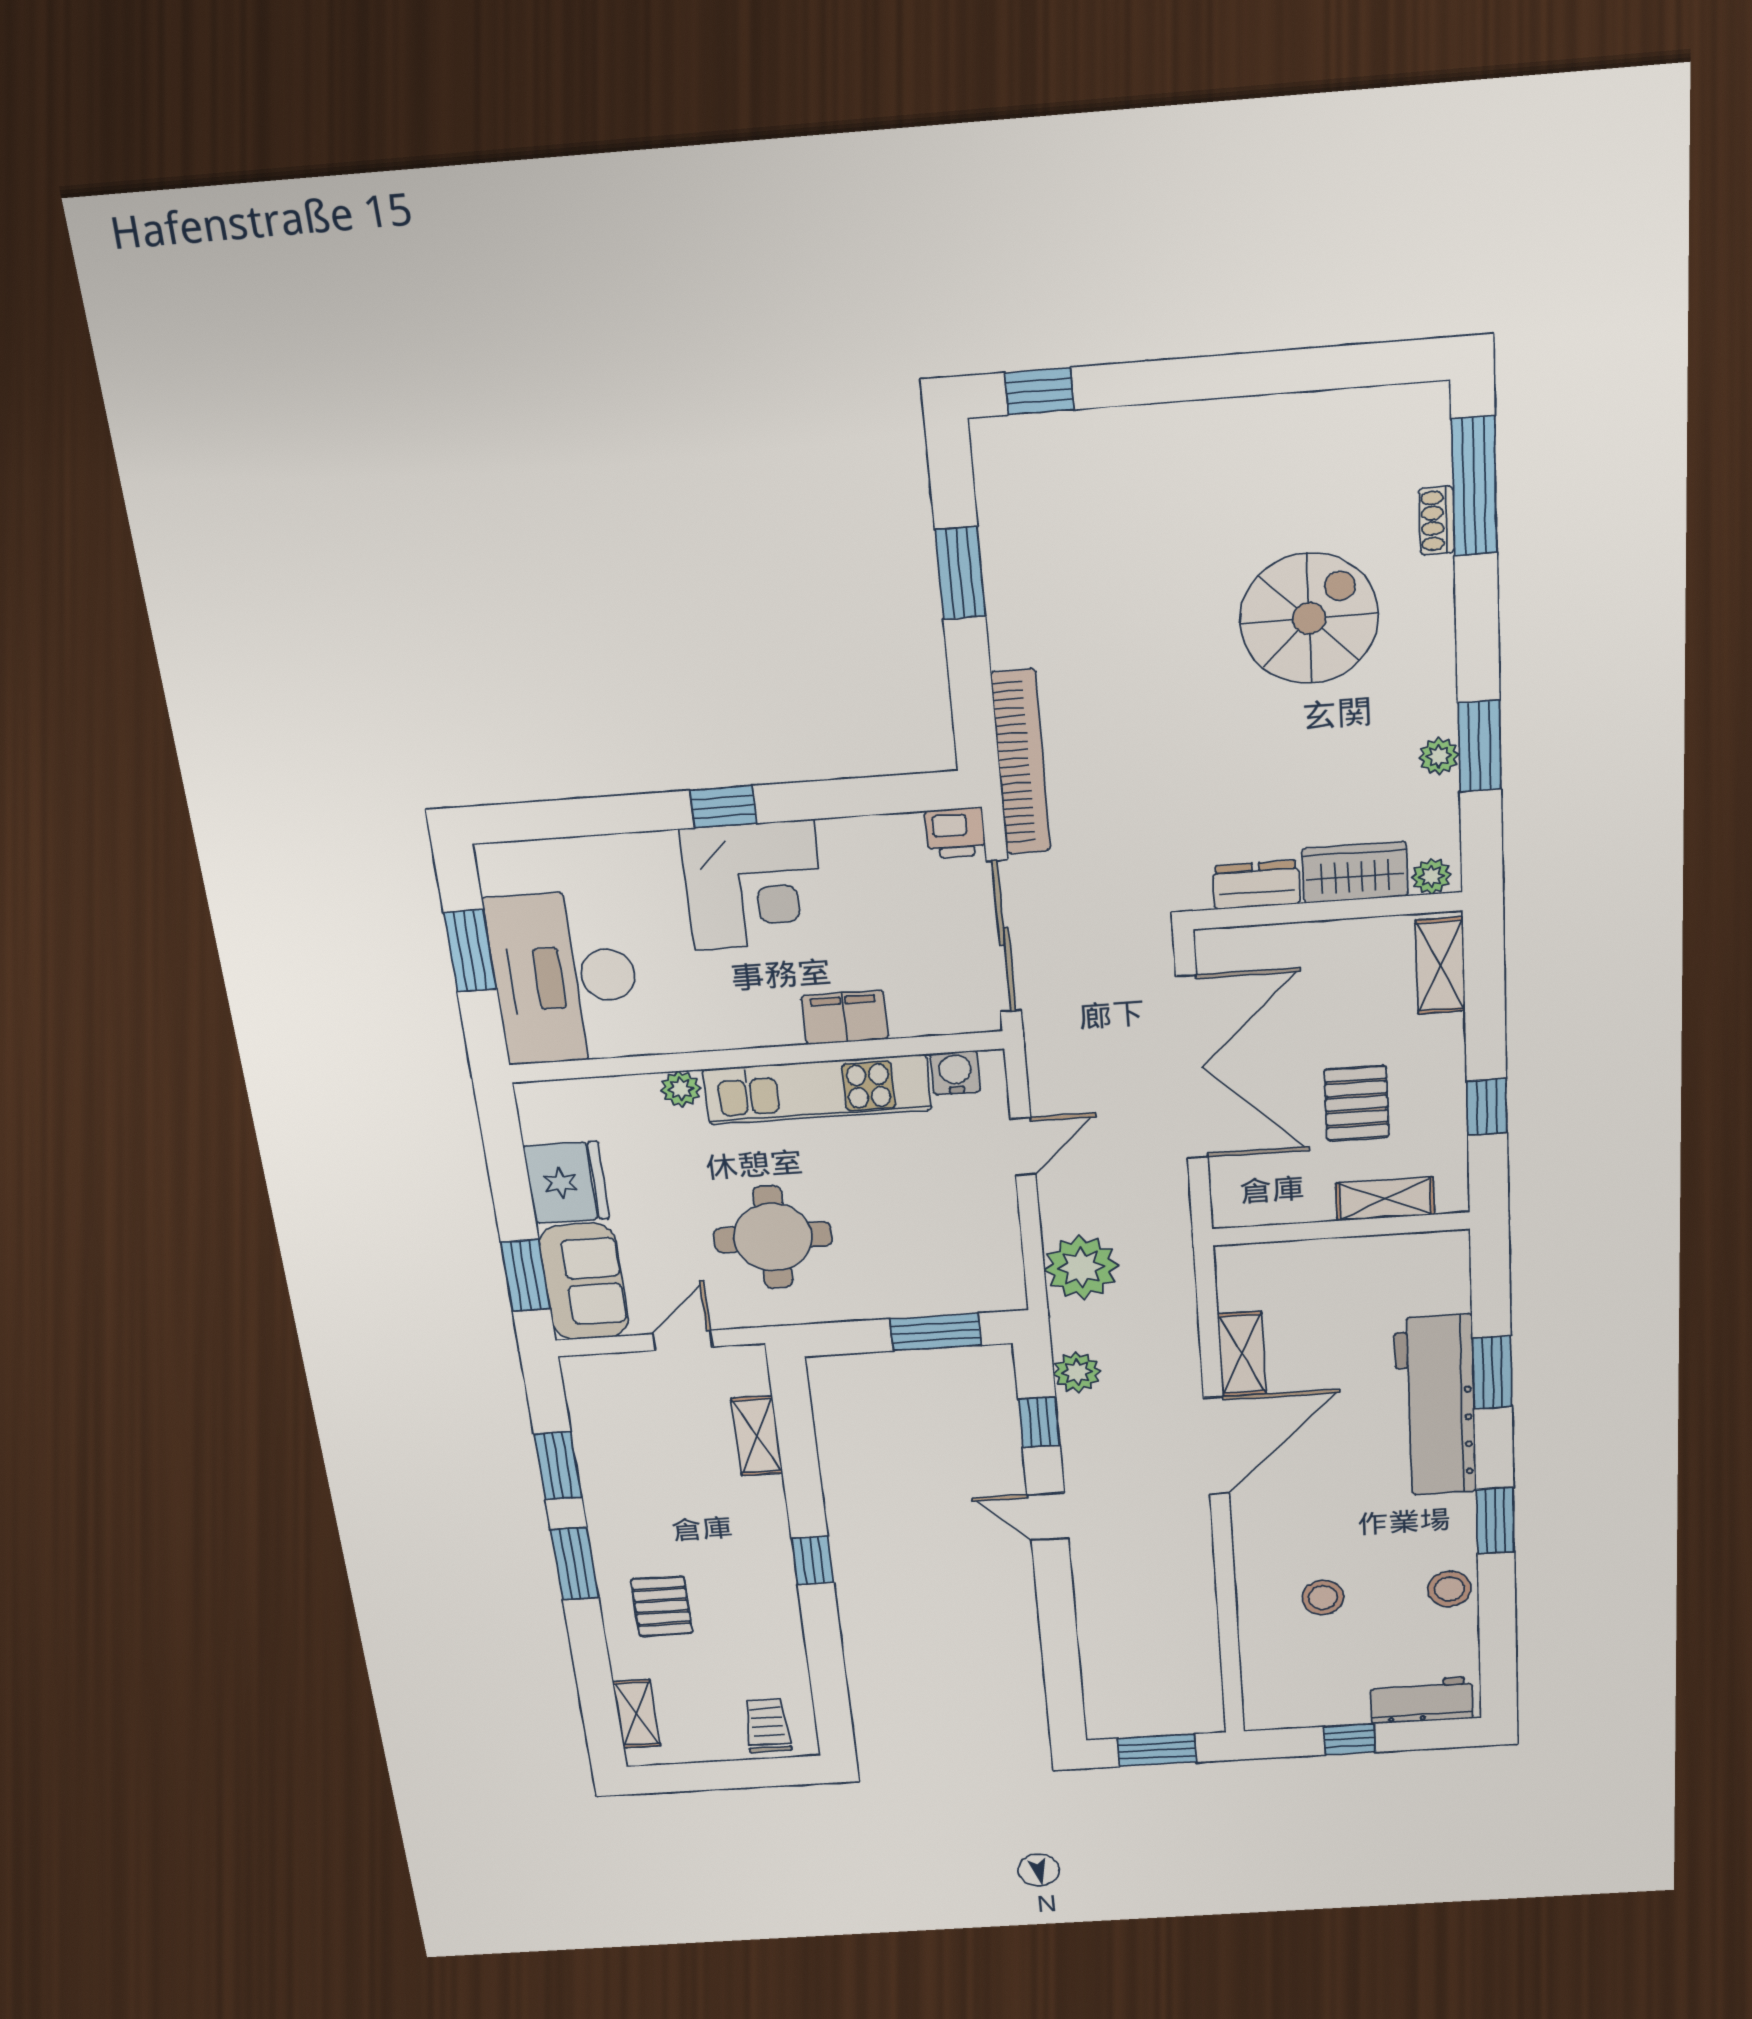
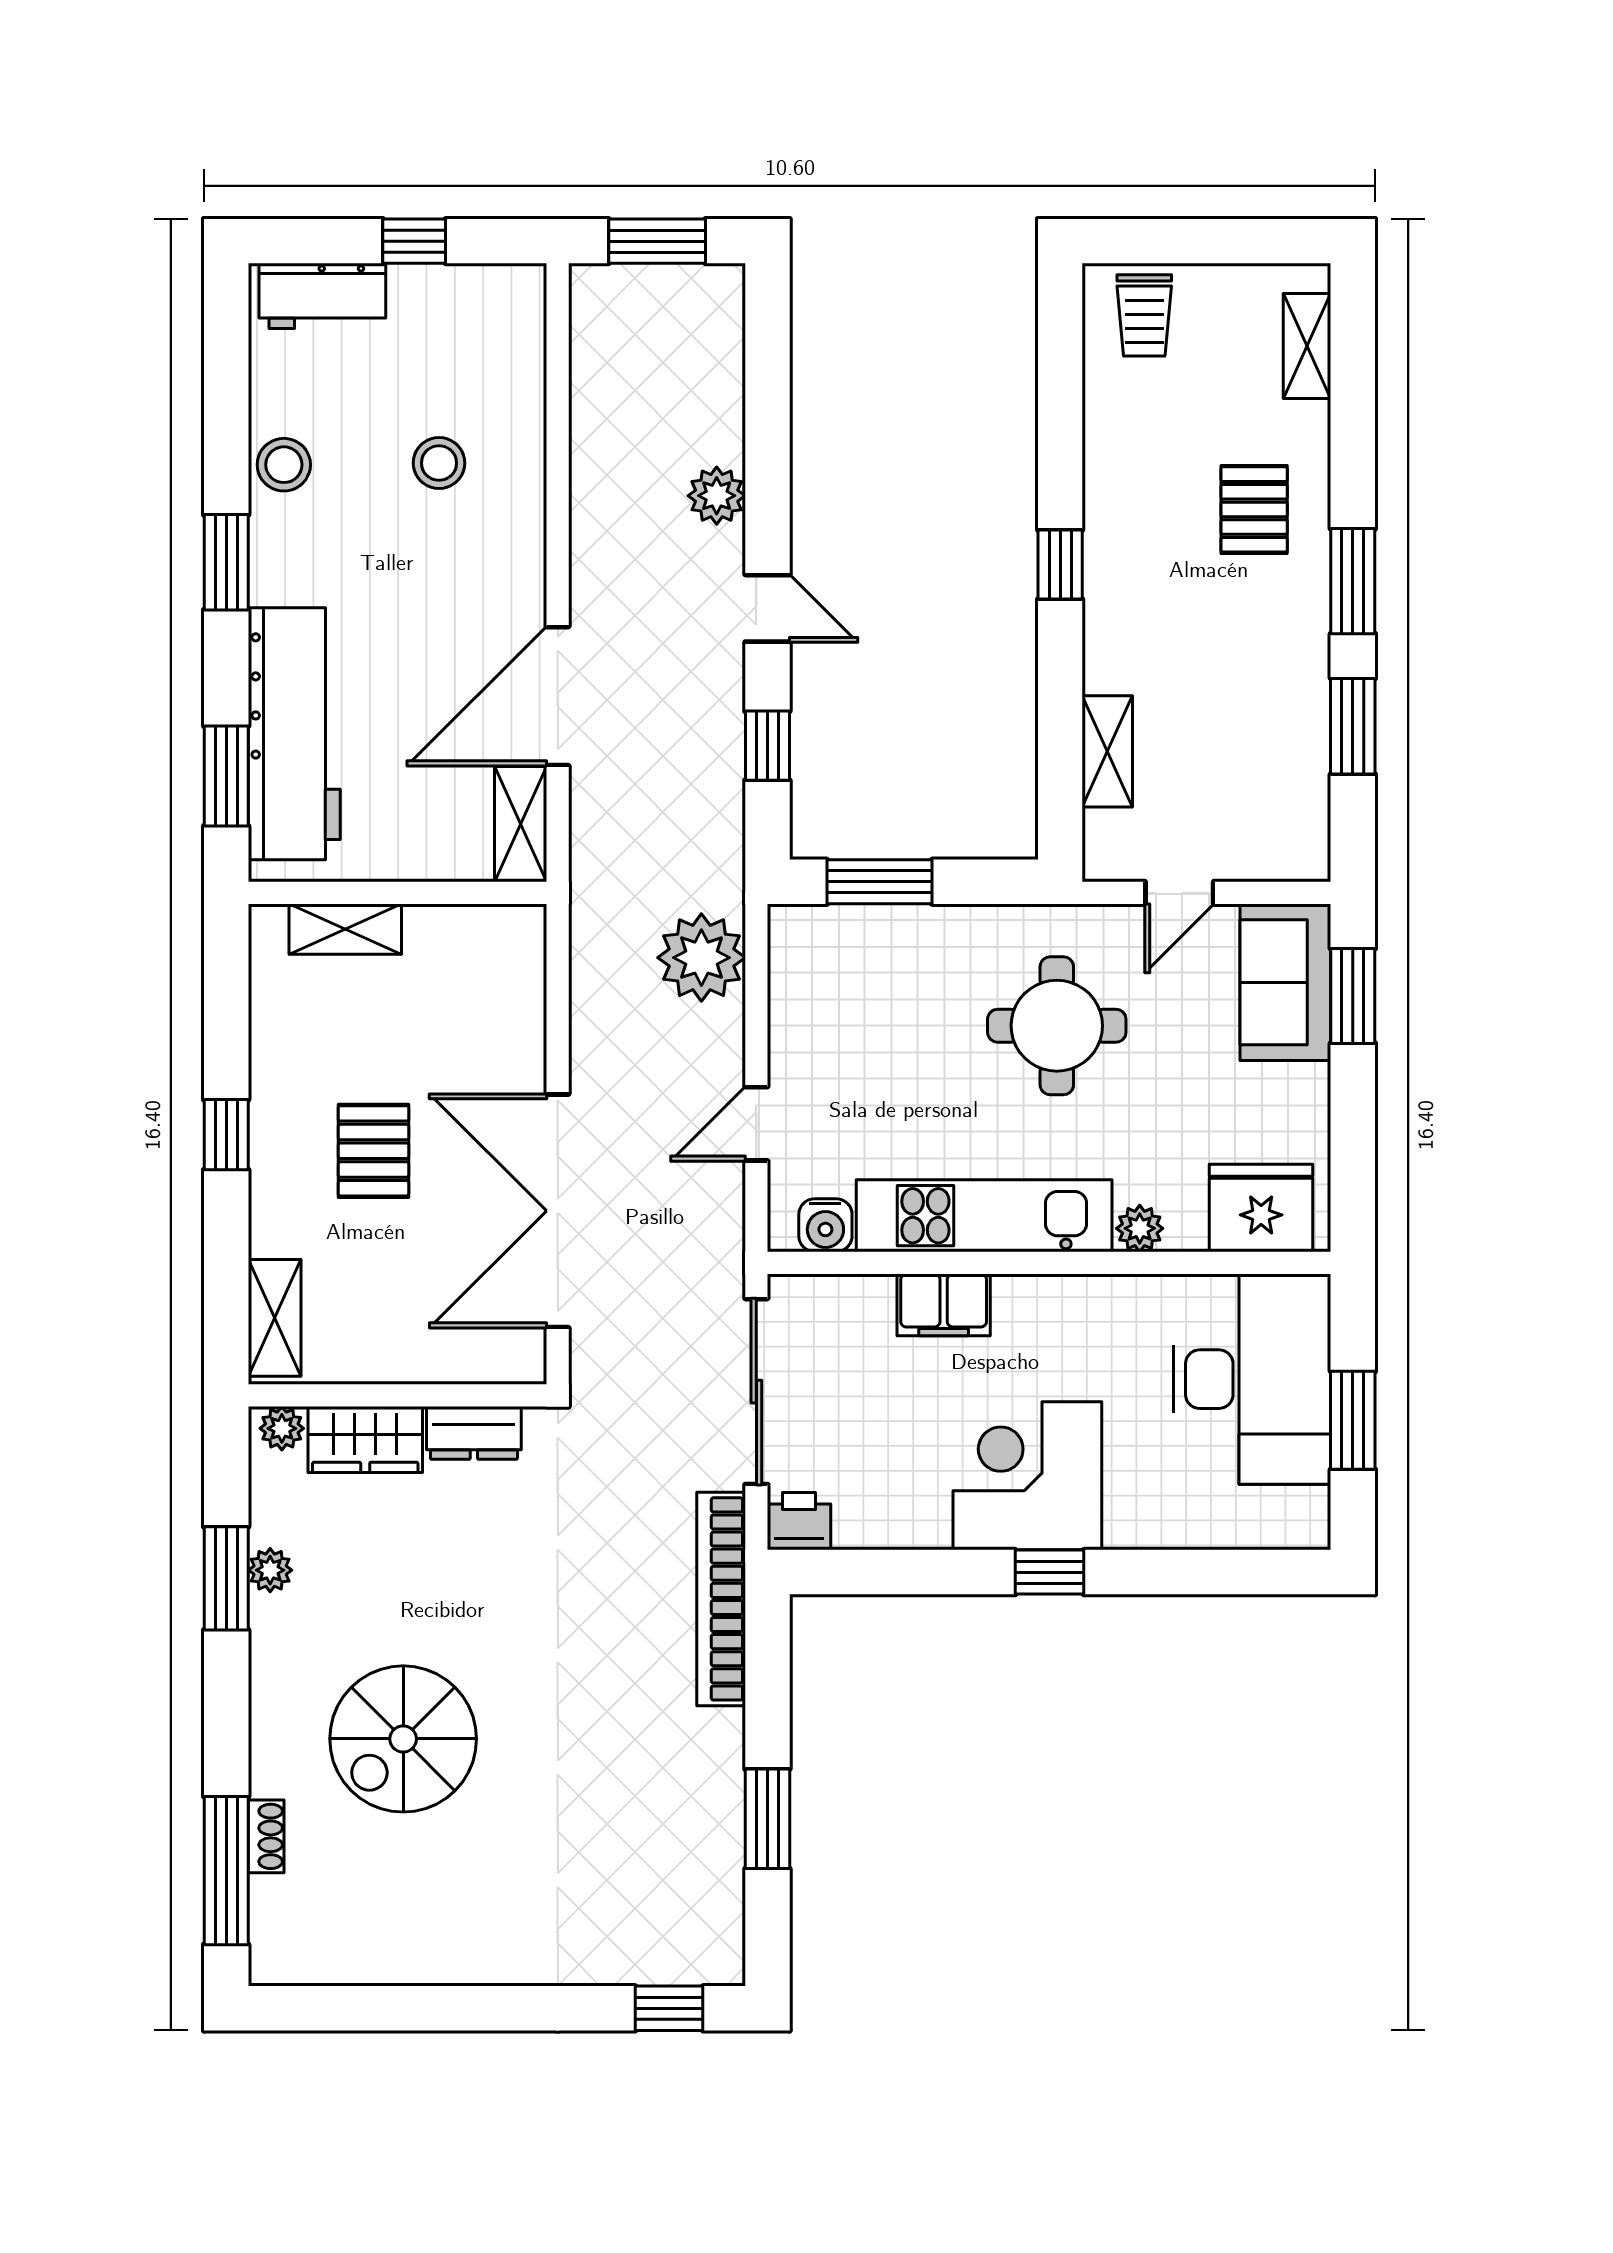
fridge: (567, 1183) -> (1261, 1208), moved, turned 90
shelving: (1385, 1199) -> (345, 929), moved
wall: (1341, 1229) -> (397, 893), moved
plant: (1077, 1372) -> (717, 496), moved

